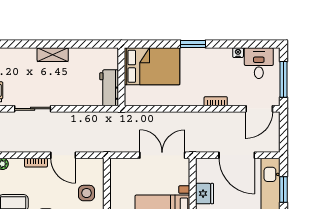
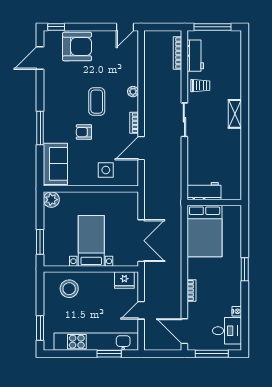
shelving: (53, 55) -> (235, 114), moved
bed: (152, 66) -> (205, 231), moved
door: (237, 155) -> (141, 310), width x0.53
fridge: (204, 194) -> (124, 280), moved

